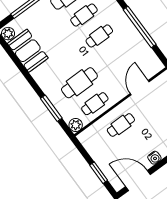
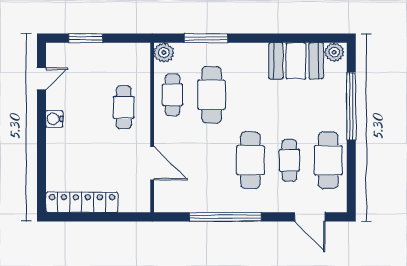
cafe table: (99, 36) -> (250, 160), width x1.37, depth x1.35
door: (138, 180) -> (42, 79), width x0.53

